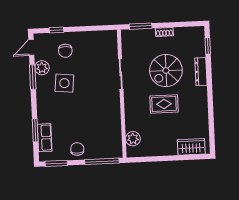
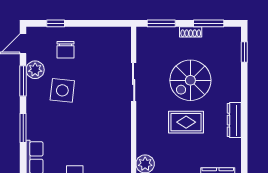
window: (178, 24) -> (209, 23), added
dresser: (201, 72) -> (234, 120), moved
window: (35, 130) -> (23, 128), moved

